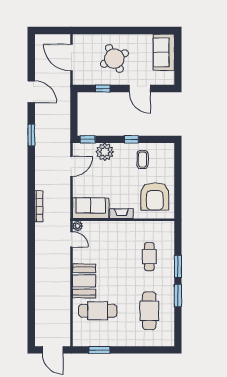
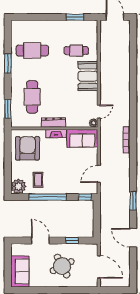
window: (131, 139) -> (48, 197), width x3.17
plant: (105, 152) -> (18, 186), moved
dresser: (124, 227) -> (53, 123), added
door: (71, 239) -> (99, 112), swing flipped
cafe table: (149, 257) -> (32, 97), width x1.37, depth x1.35
window: (178, 266) -> (8, 109), moved
cafe table: (98, 311) -> (76, 51), width x0.73, depth x0.74
cafe table: (149, 311) -> (32, 51), turned 90

